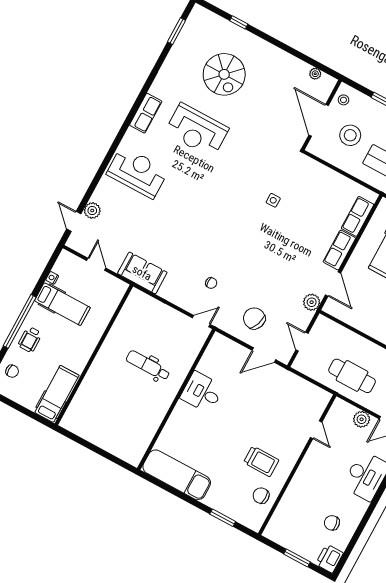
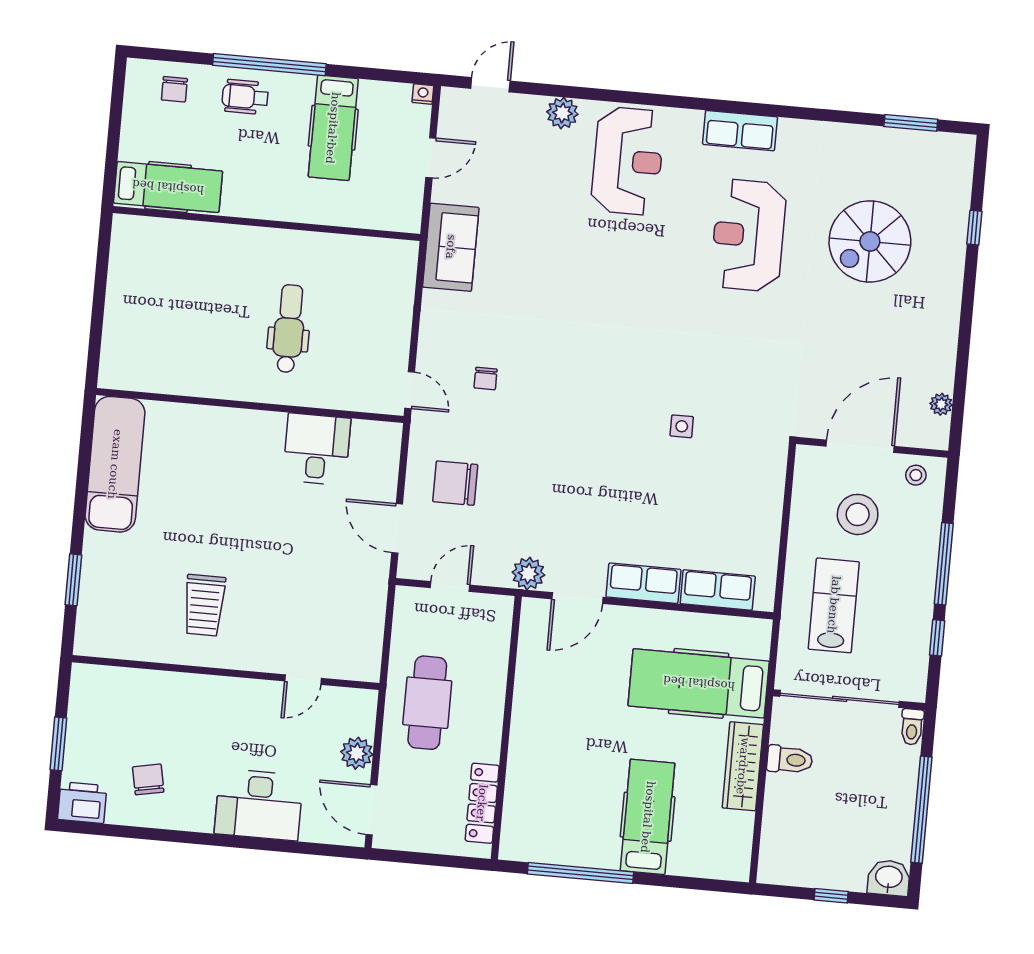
plant: (92, 211) -> (562, 113), moved
nightstand: (52, 278) -> (423, 94), moved
chair: (254, 318) -> (455, 483), turned -110
desk: (202, 392) -> (317, 449), moved
chair: (261, 496) -> (143, 632), removed

